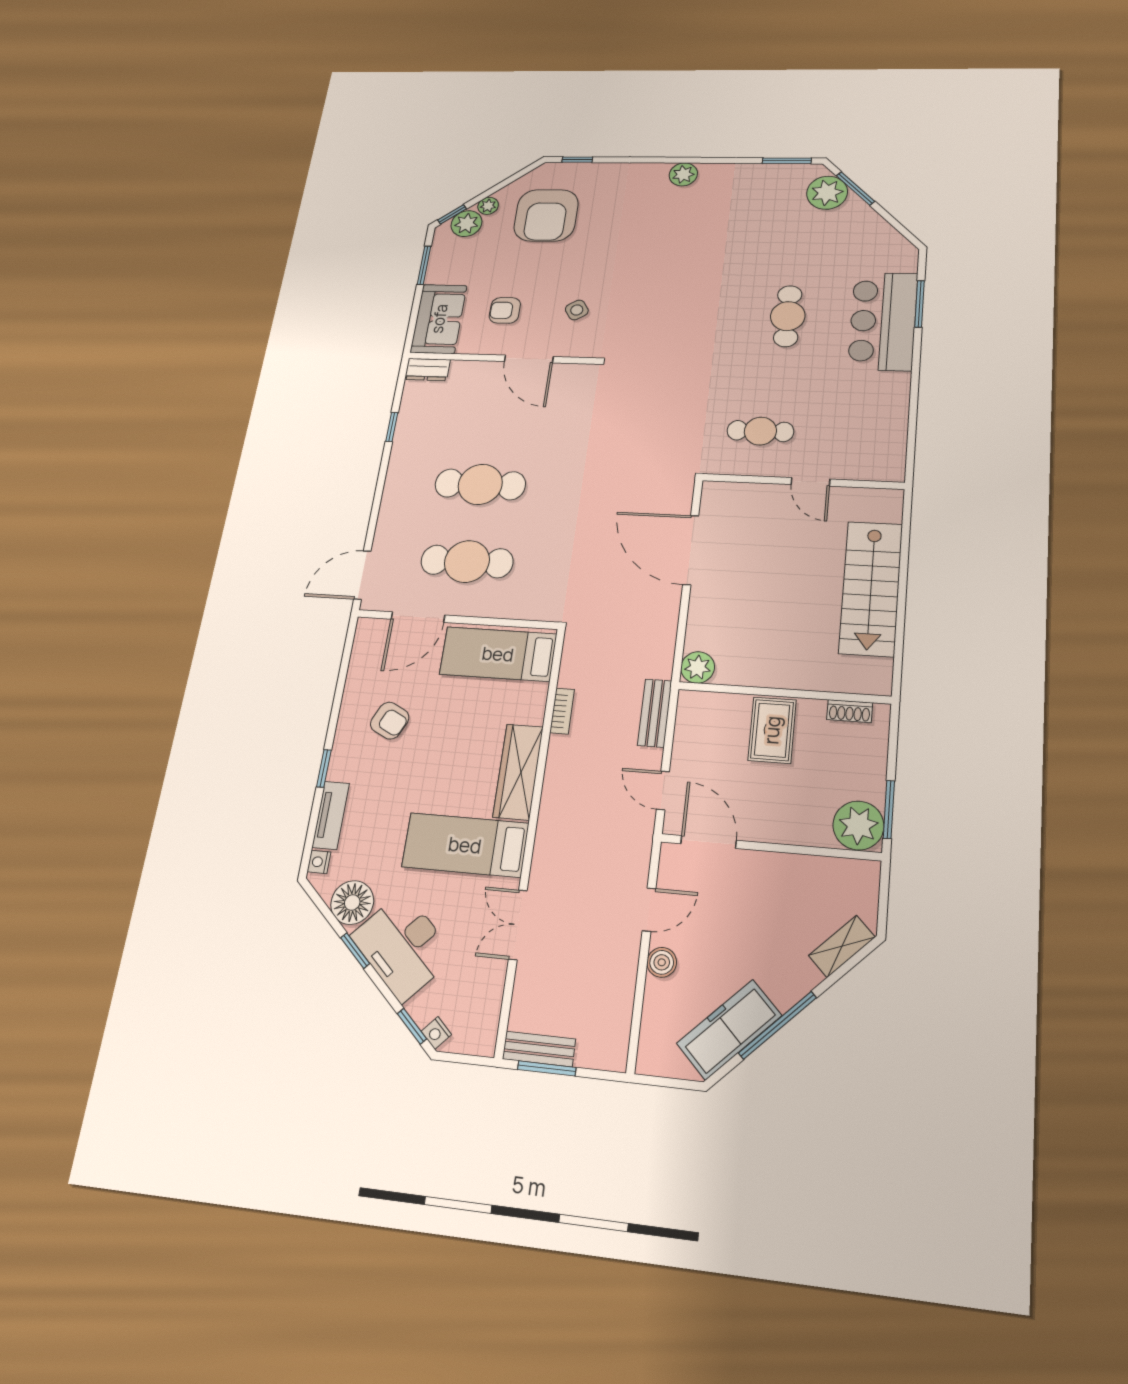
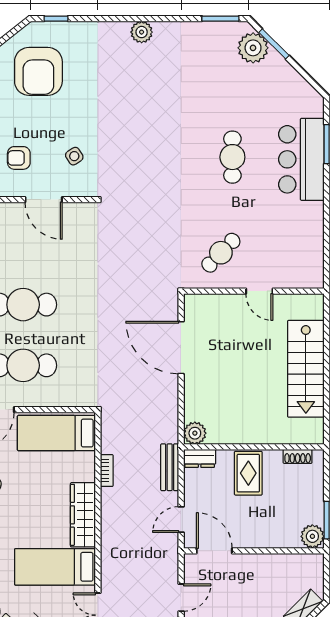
cafe table: (760, 431) -> (221, 253), turned -46
dresser: (701, 704) -> (200, 458), added
door: (663, 790) -> (181, 520), hinge flipped
plant: (858, 825) -> (312, 536), width x0.73, depth x0.73

